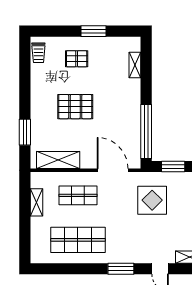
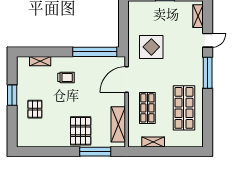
trolley: (38, 53) -> (66, 77), moved
pallet: (75, 107) -> (81, 131), moved
window: (25, 132) -> (95, 152), width x1.44
window: (173, 166) -> (124, 30), removed
window: (121, 269) -> (208, 73), width x1.44

